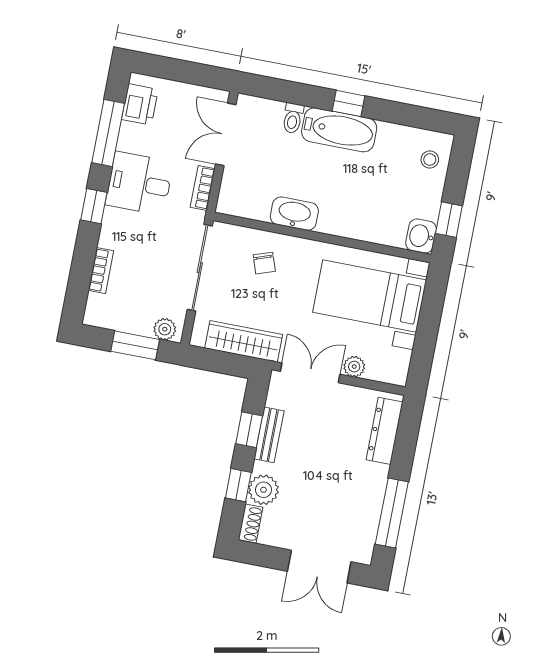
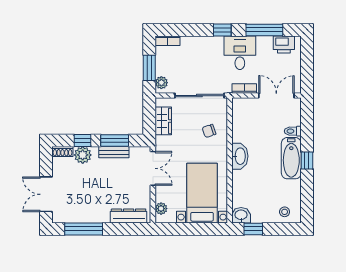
washbasin: (294, 214) -> (240, 156), moved
bookcase: (101, 271) -> (168, 41), moved
wardrobe: (244, 341) -> (163, 121), width x0.67
plant: (354, 367) -> (161, 209), moved
window: (249, 430) -> (115, 140), width x1.50

